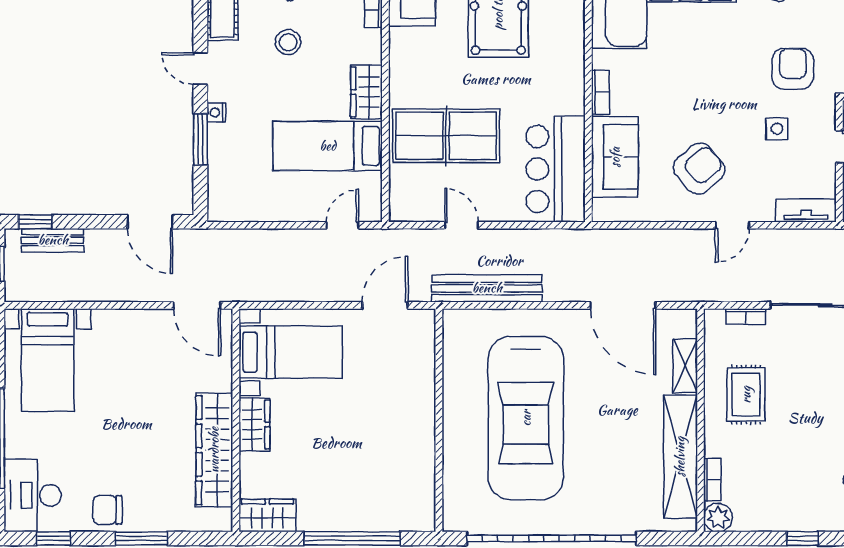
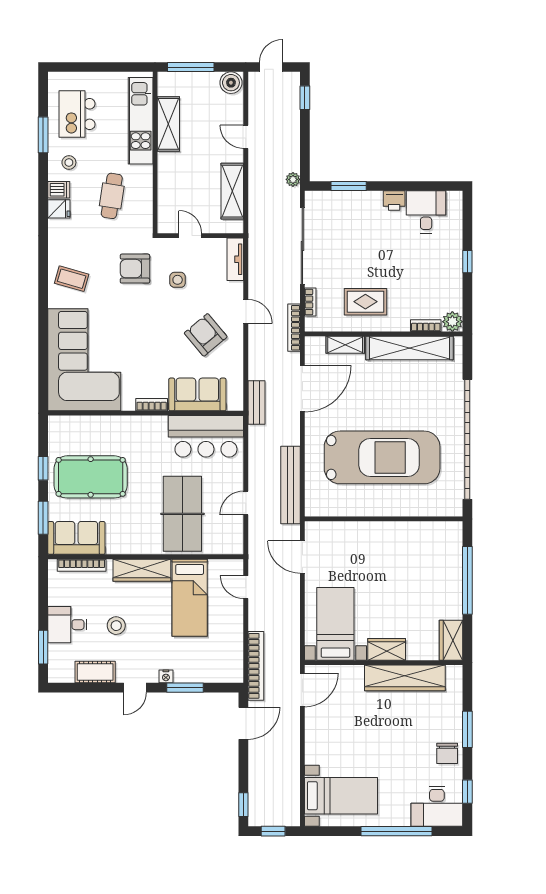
wardrobe: (366, 92) -> (142, 570), width x1.50
bookcase: (231, 239) -> (256, 666), added
bench: (53, 240) -> (256, 402), moved
bookcase: (709, 294) -> (294, 328), added

